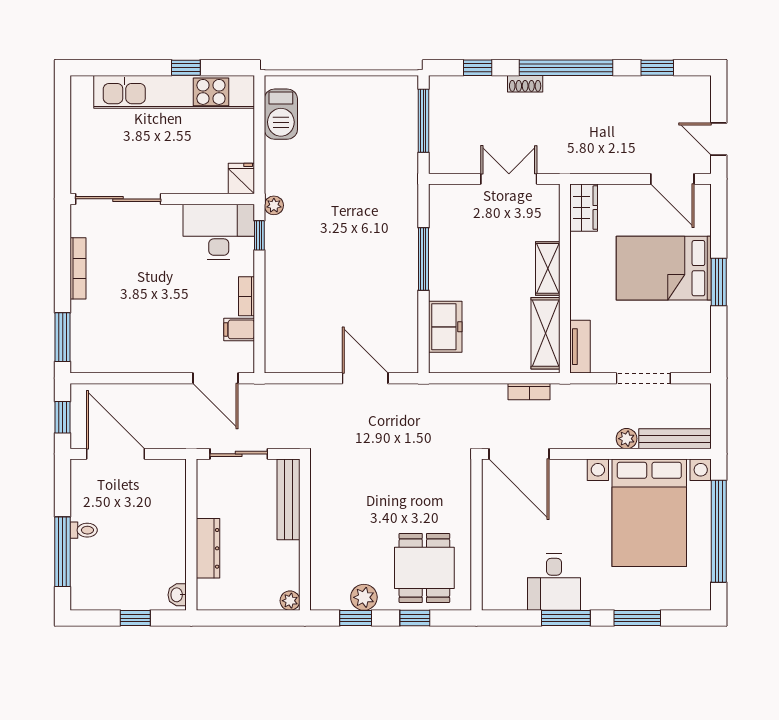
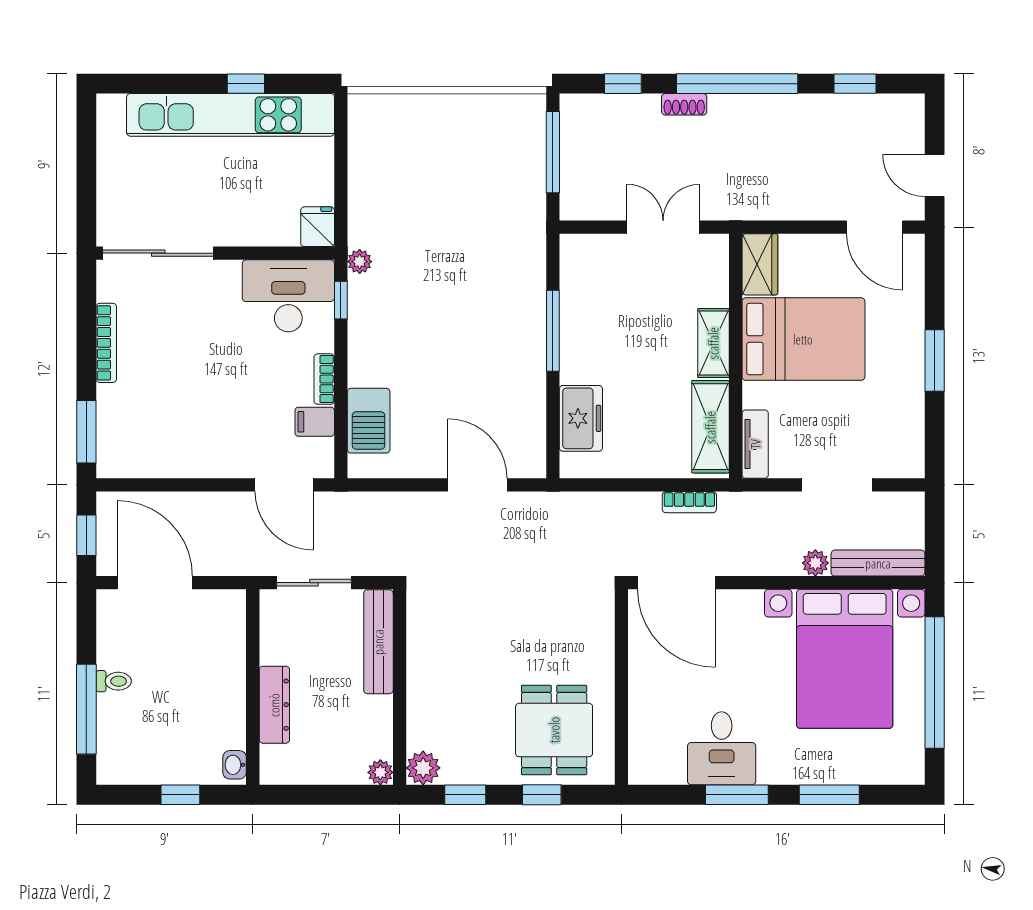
barbecue: (281, 114) -> (369, 421), moved
bed: (664, 268) -> (803, 339), moved, turned 180
plant: (364, 597) -> (423, 768), moved

